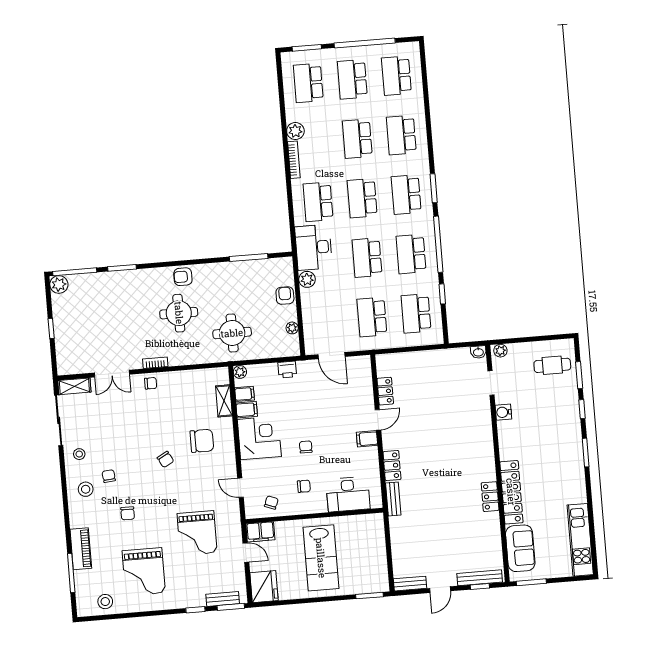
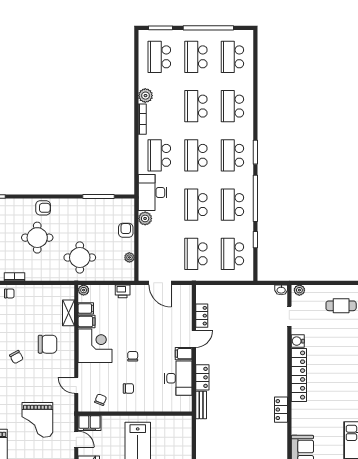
armchair: (183, 277) -> (43, 208), turned 180
locker: (511, 492) -> (299, 375), moved
desk: (348, 494) -> (178, 378), moved, turned -90

